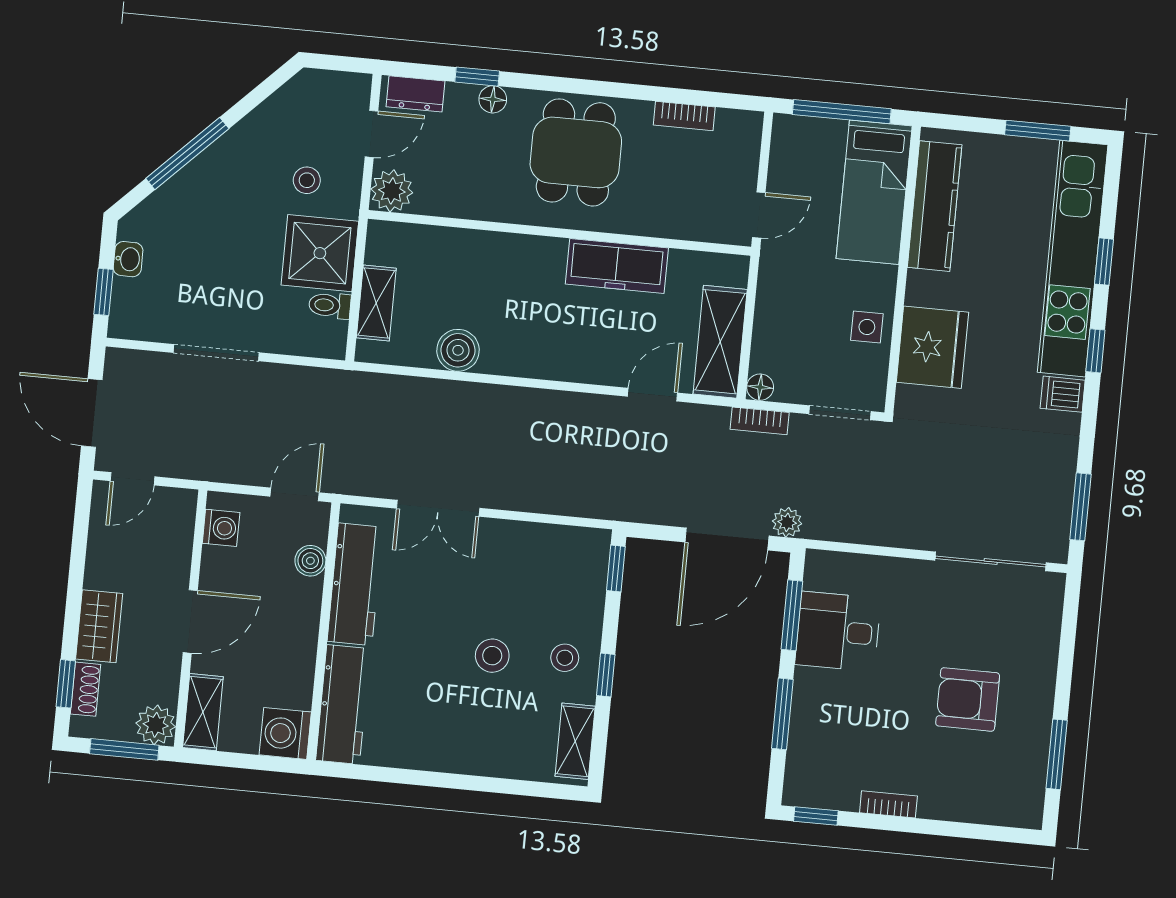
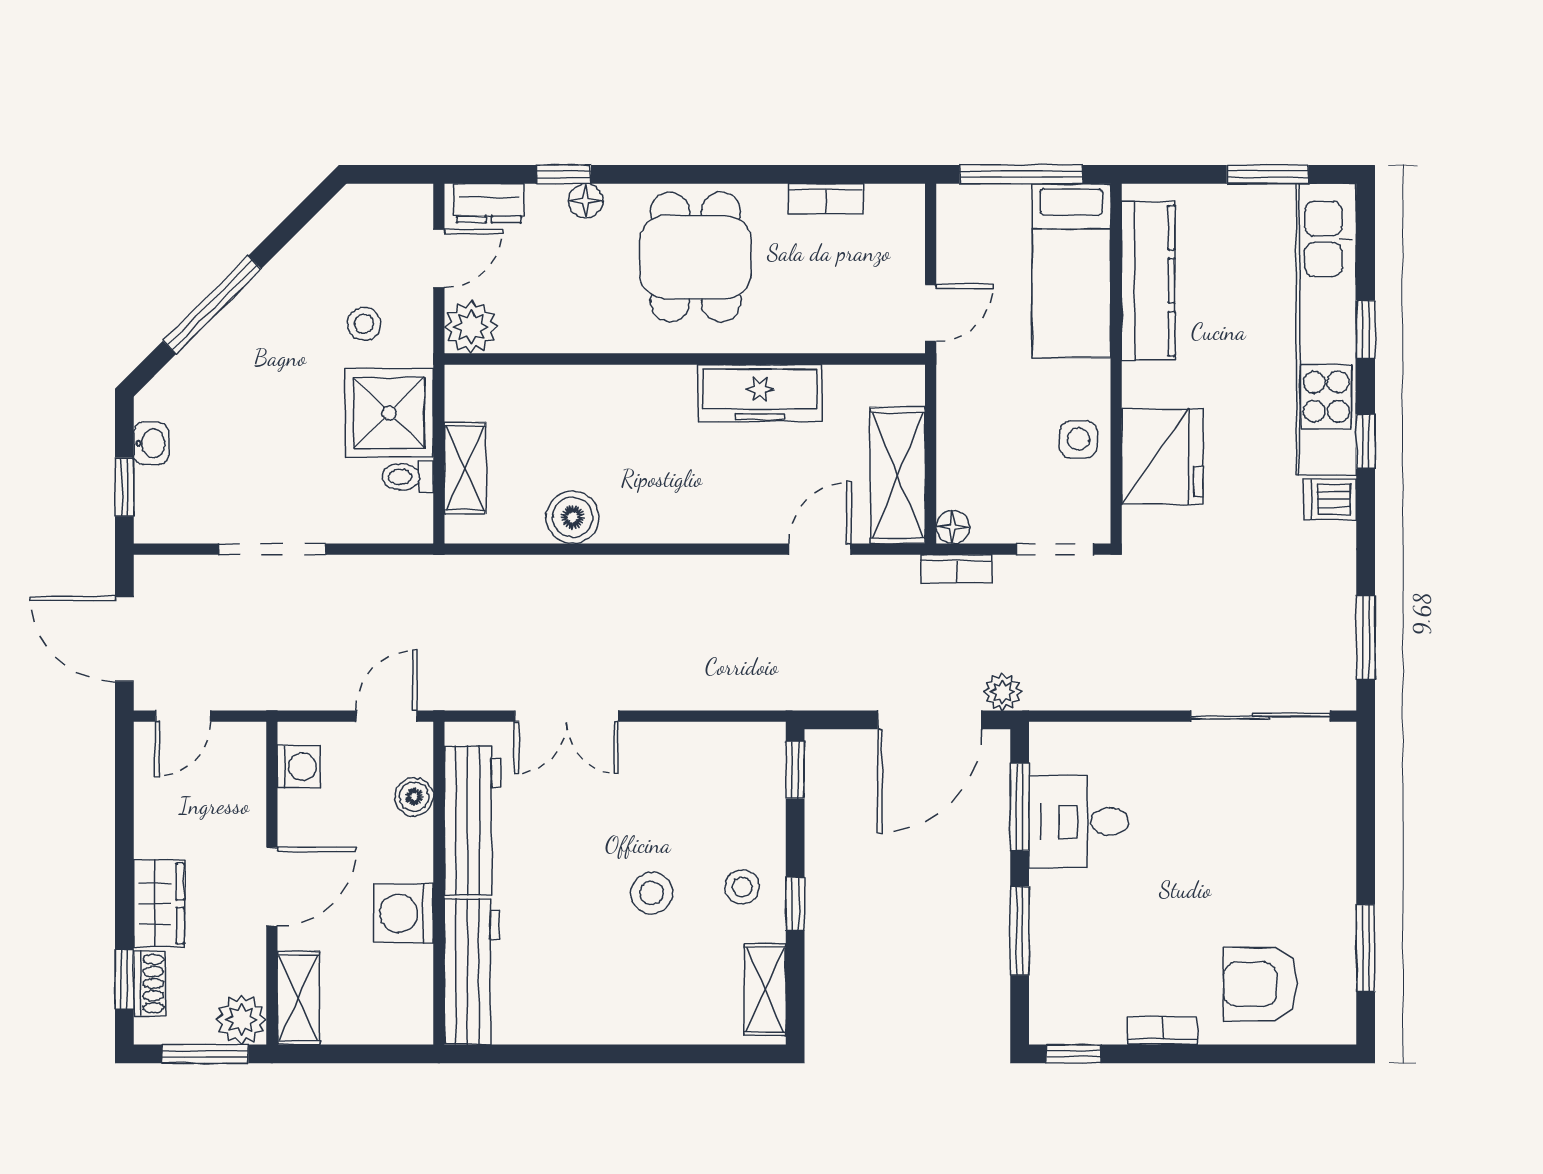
armchair: (968, 699) -> (1260, 984), moved
washing machine: (285, 733) -> (403, 913), moved

